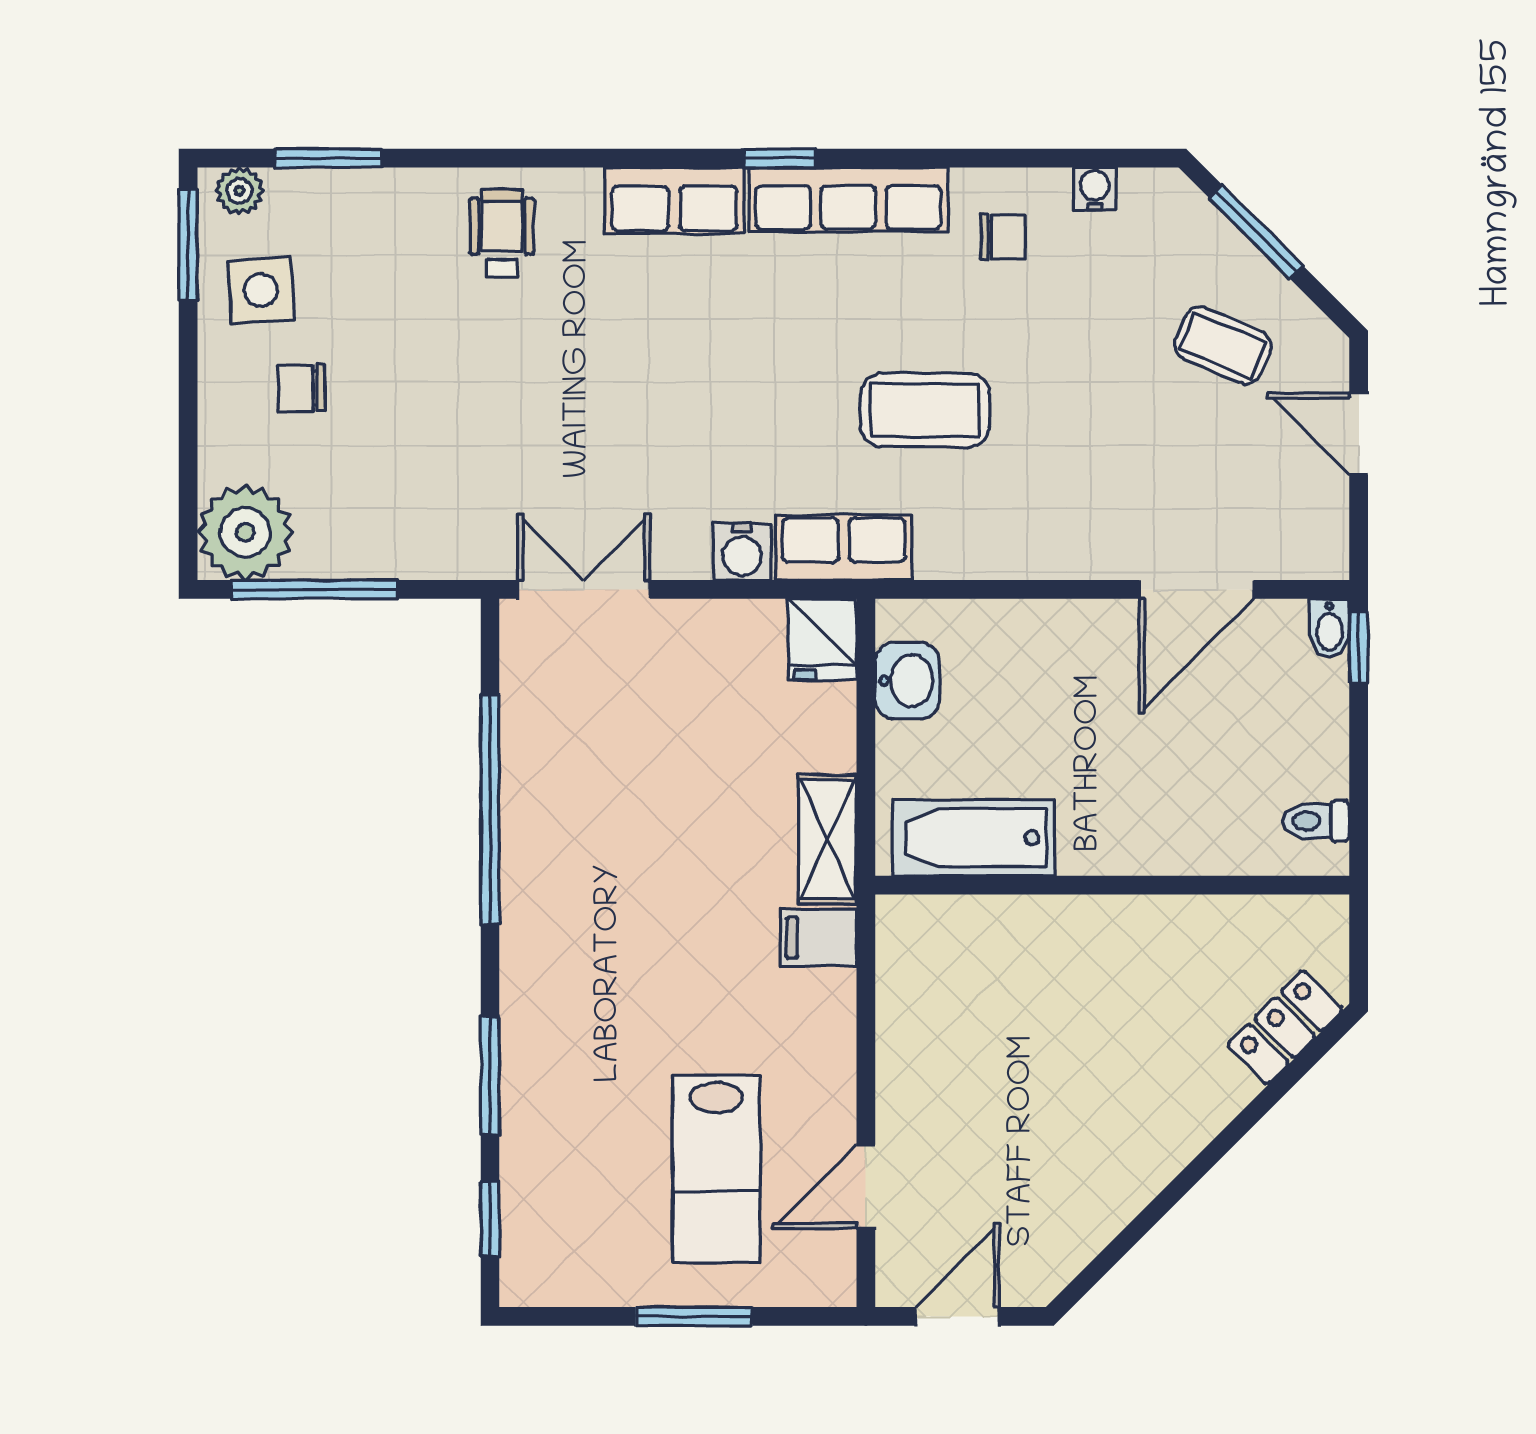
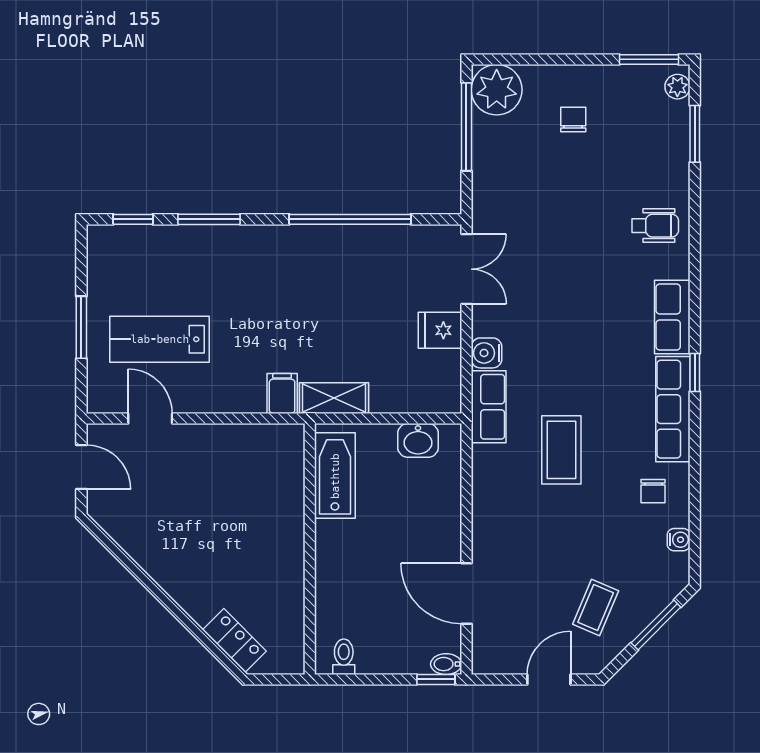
side table: (261, 290) -> (625, 98), removed
fridge: (822, 639) -> (440, 330), moved

